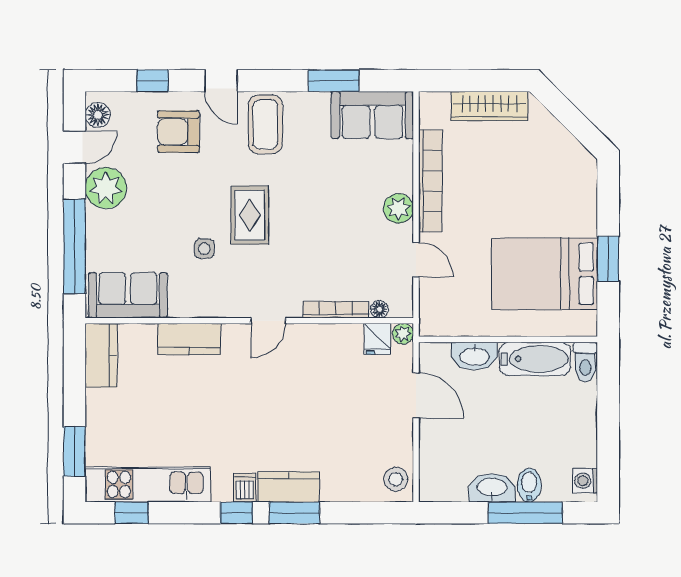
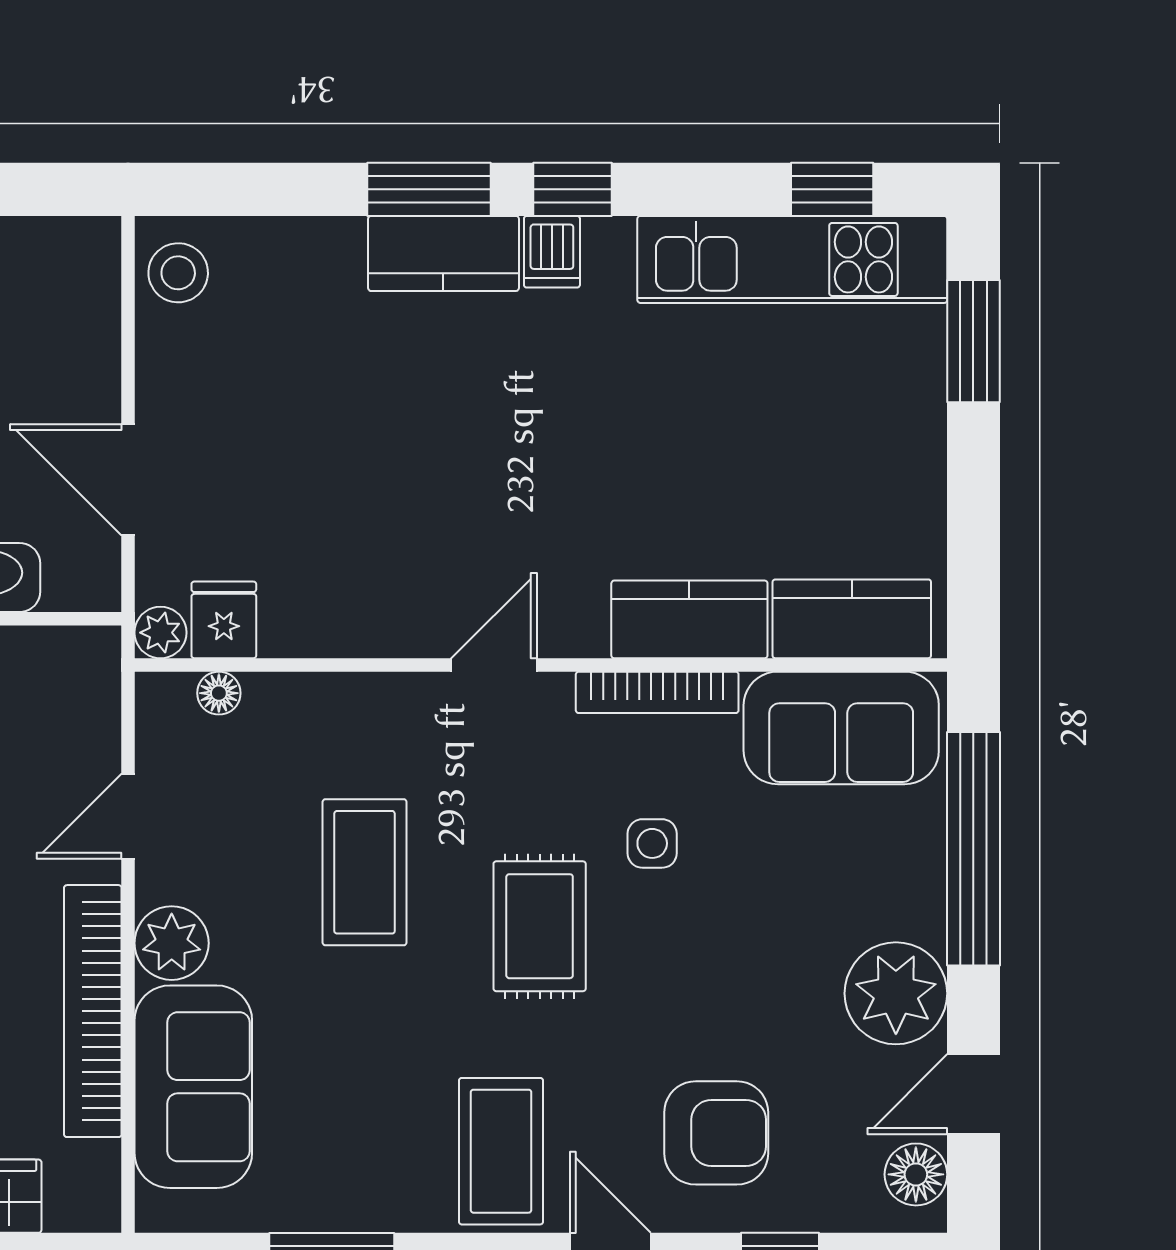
sofa: (372, 115) -> (193, 1087), moved, turned 90
coffee table: (320, 237) -> (365, 872), added
door: (416, 260) -> (128, 816), hinge flipped
bookcase: (336, 310) -> (657, 692), moved
kitchen counter: (101, 355) -> (852, 619), moved, turned 90

